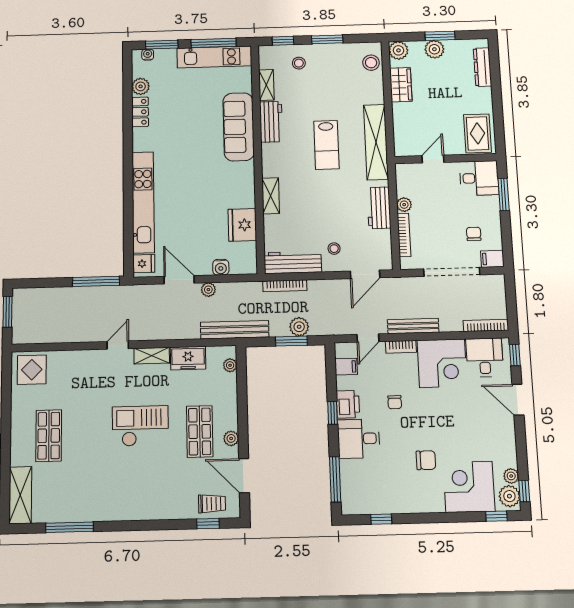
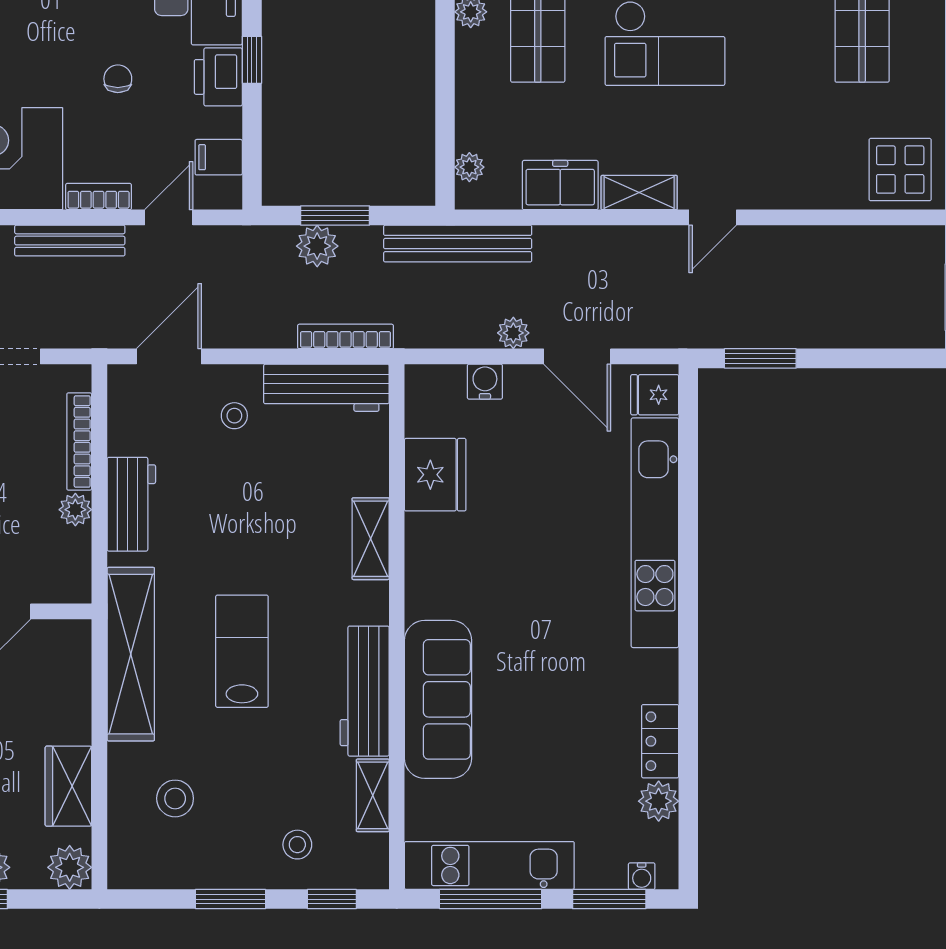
stool: (371, 63) -> (175, 798), moved
workbench: (271, 122) -> (365, 691), width x1.38
window: (96, 281) -> (760, 358), width x0.69

